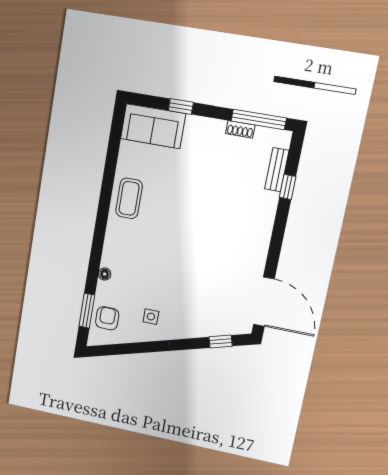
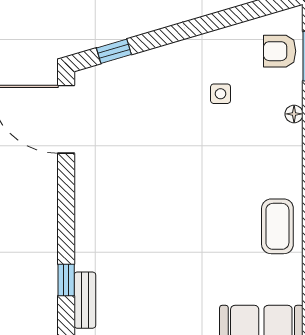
side table: (151, 317) -> (221, 94), moved
armchair: (107, 318) -> (280, 51), turned 90

